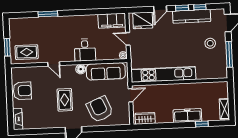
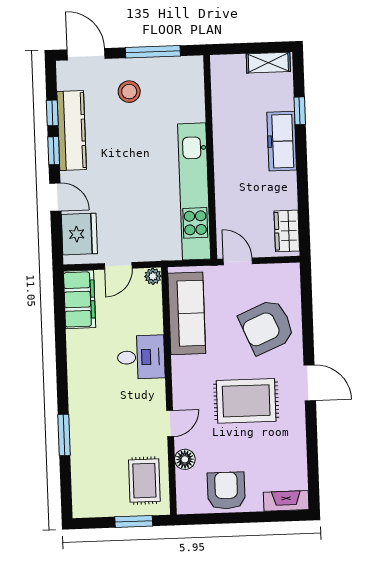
floor lamp: (81, 69) -> (185, 459), moved
rug: (65, 100) -> (246, 401), width x1.36, depth x1.43

